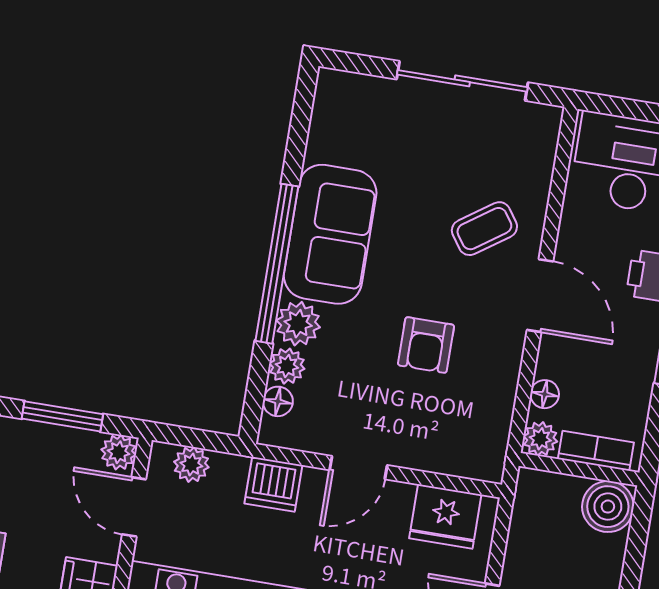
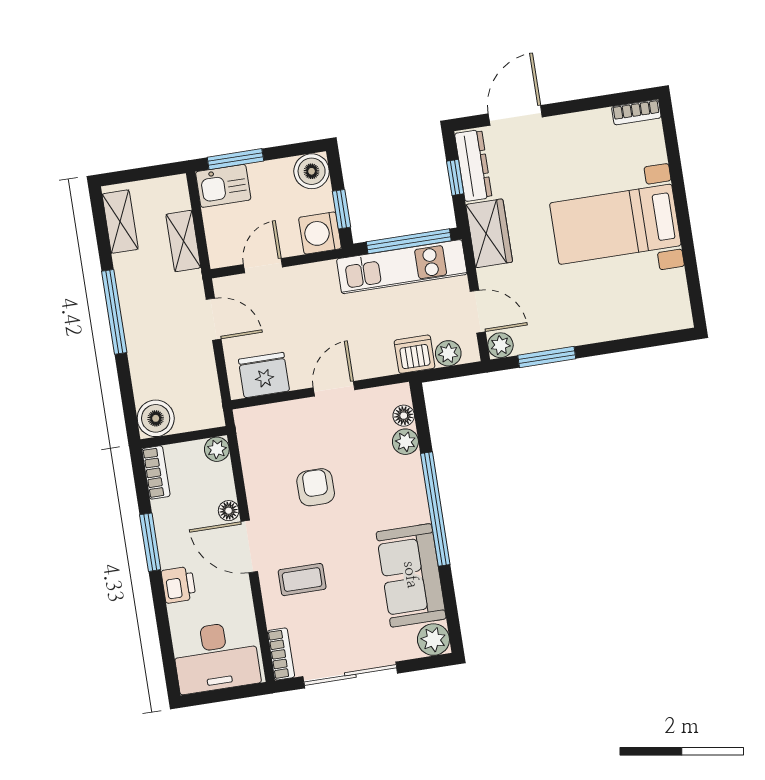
bookcase: (545, 139) -> (281, 654), added
coffee table: (484, 229) -> (302, 580), turned 35
sofa: (330, 234) -> (411, 575), moved
plant: (298, 324) -> (433, 640), moved
floor lamp: (545, 394) -> (229, 511), moved
bookcase: (596, 451) -> (156, 472), moved, turned -90
dishwasher: (273, 484) -> (415, 354), moved

